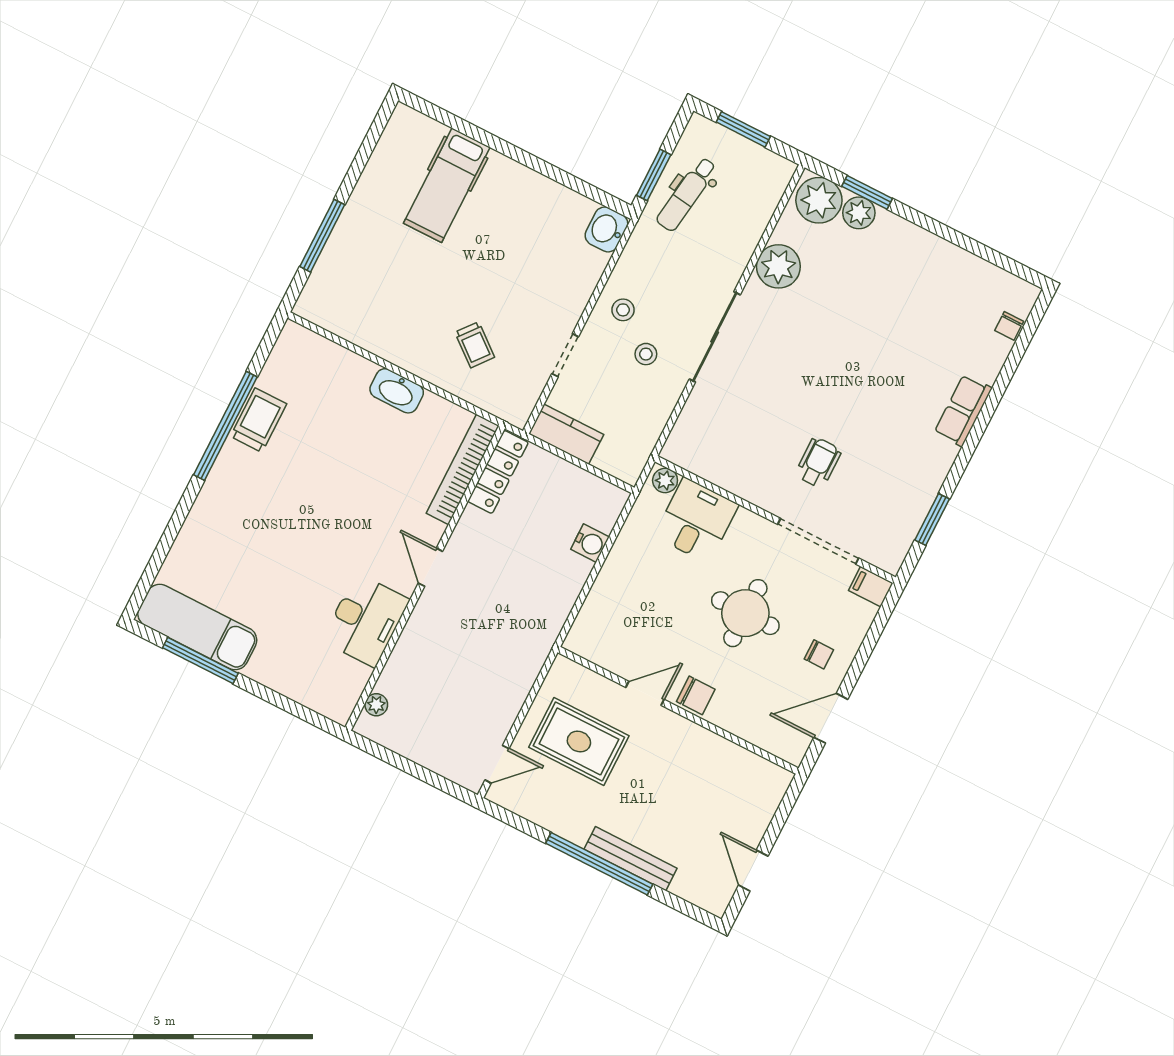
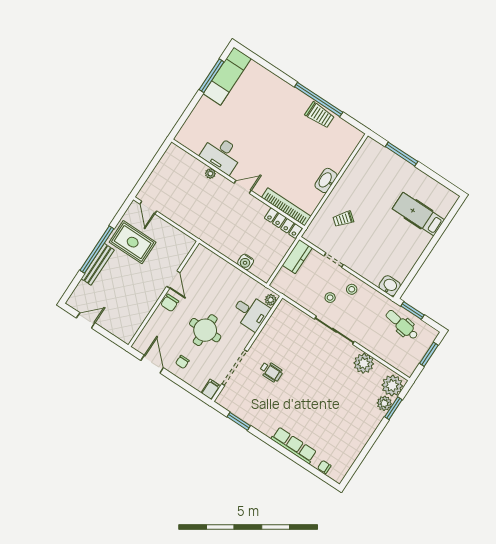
row of seats: (963, 410) -> (294, 445), width x1.48
plant: (376, 705) -> (210, 173), moved
rug: (579, 742) -> (133, 242), moved, turned 90

